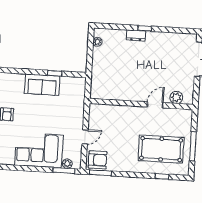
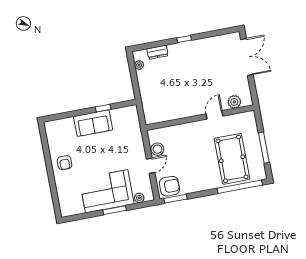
dresser: (136, 35) -> (157, 52), moved
stool: (95, 123) -> (157, 149), added
pool table: (161, 149) -> (232, 159), turned 90
window: (64, 171) -> (115, 210), moved
window: (162, 176) -> (240, 187), width x3.17

